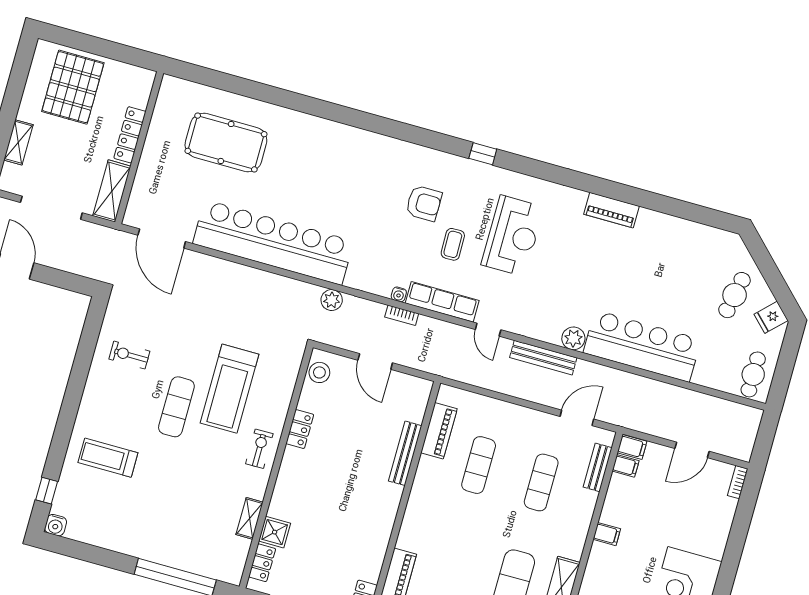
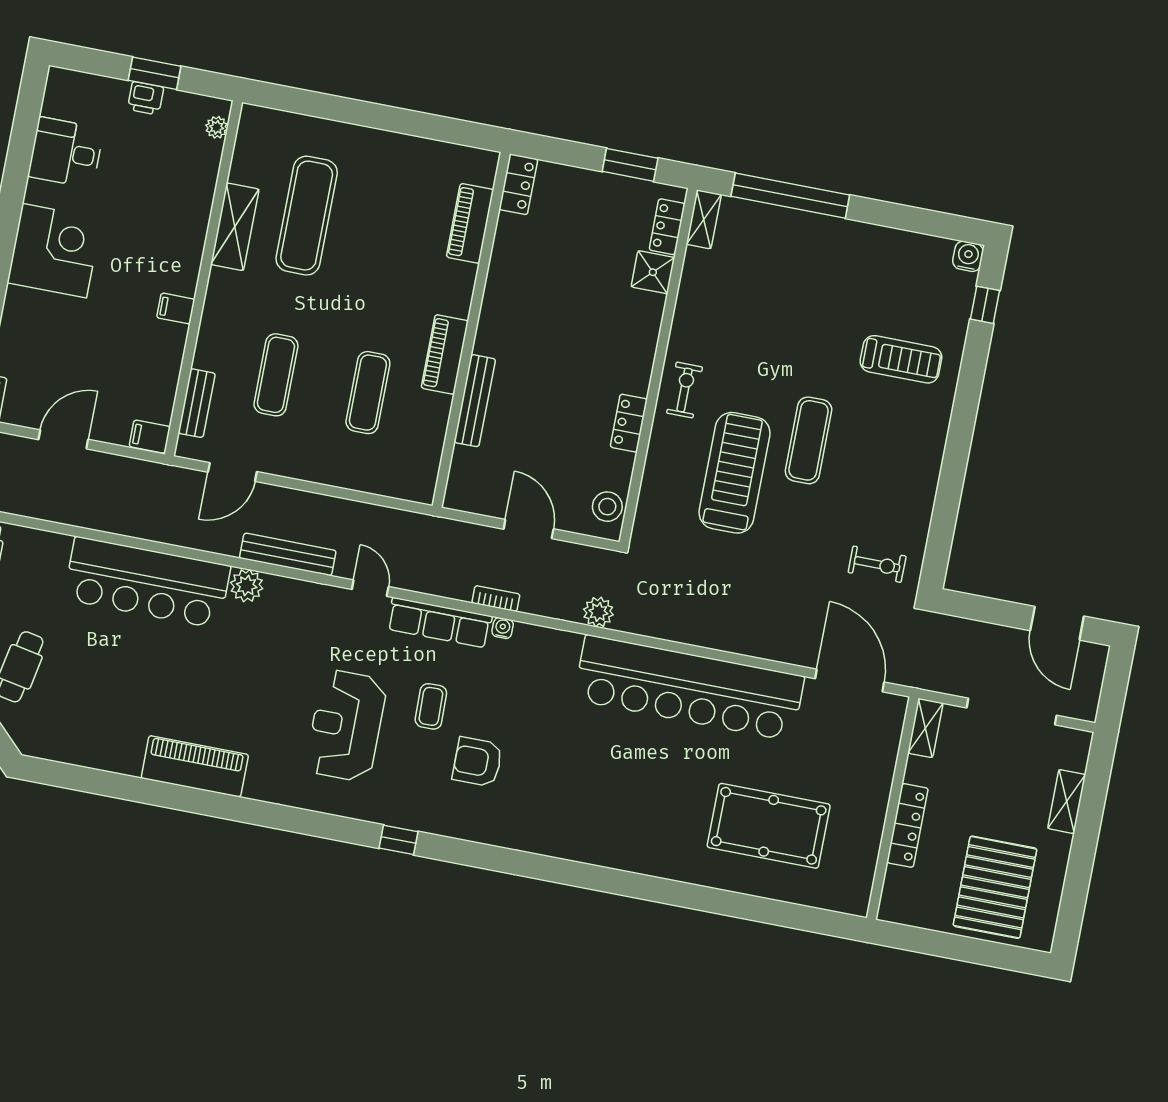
shelving: (112, 191) -> (925, 728), width x0.67, depth x0.75
piano: (612, 210) -> (195, 766), width x1.37, depth x1.33
exercise bike: (129, 355) -> (877, 564), moved
piano: (439, 431) -> (445, 354), moved
exercise bike: (259, 449) -> (685, 390), turned 180
filing cabinet: (626, 466) -> (157, 409), removed
shelving: (250, 518) -> (704, 219), moved

